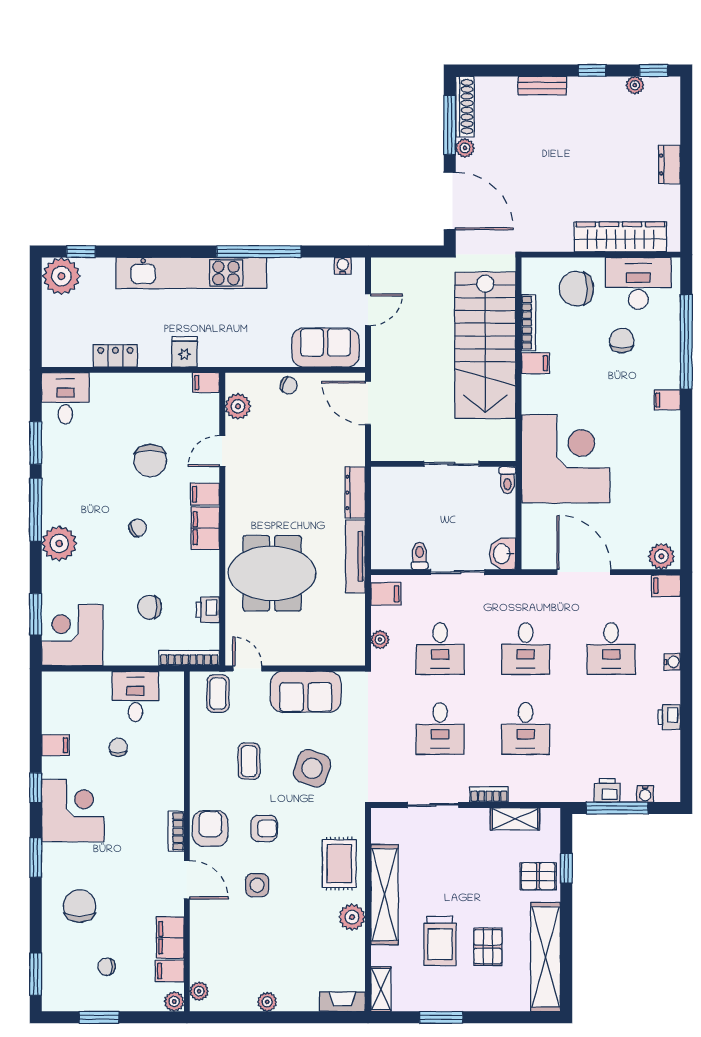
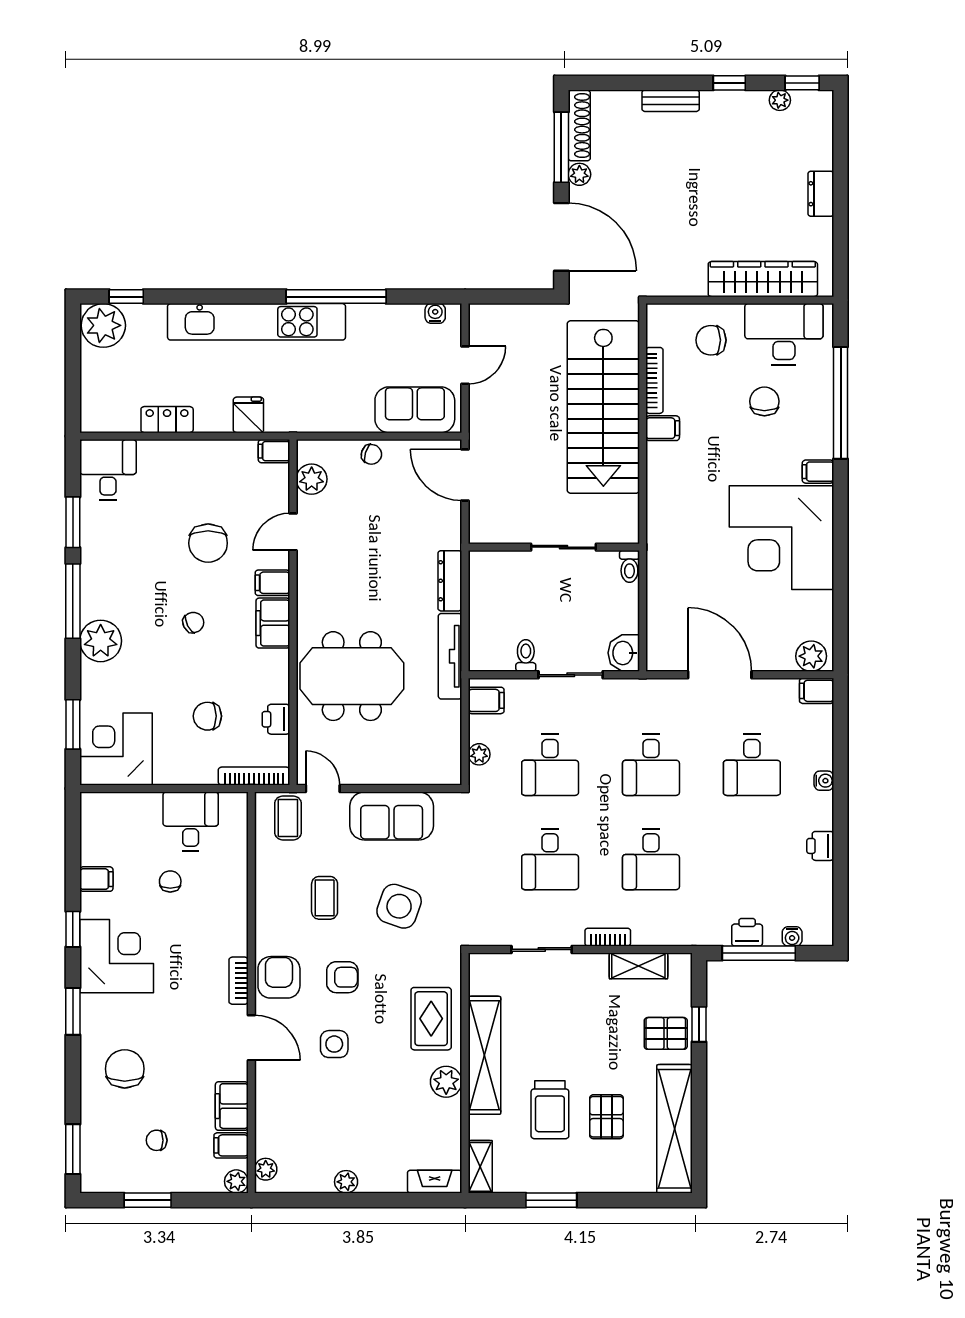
chair: (576, 289) -> (711, 340), width x0.73, depth x0.73
corner desk: (566, 459) -> (782, 538), moved, turned 180

